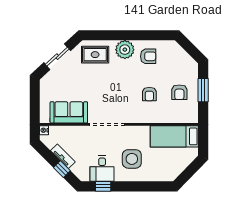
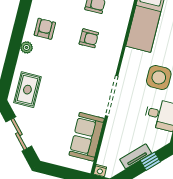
plant: (125, 50) -> (27, 47), width x0.53, depth x0.53

